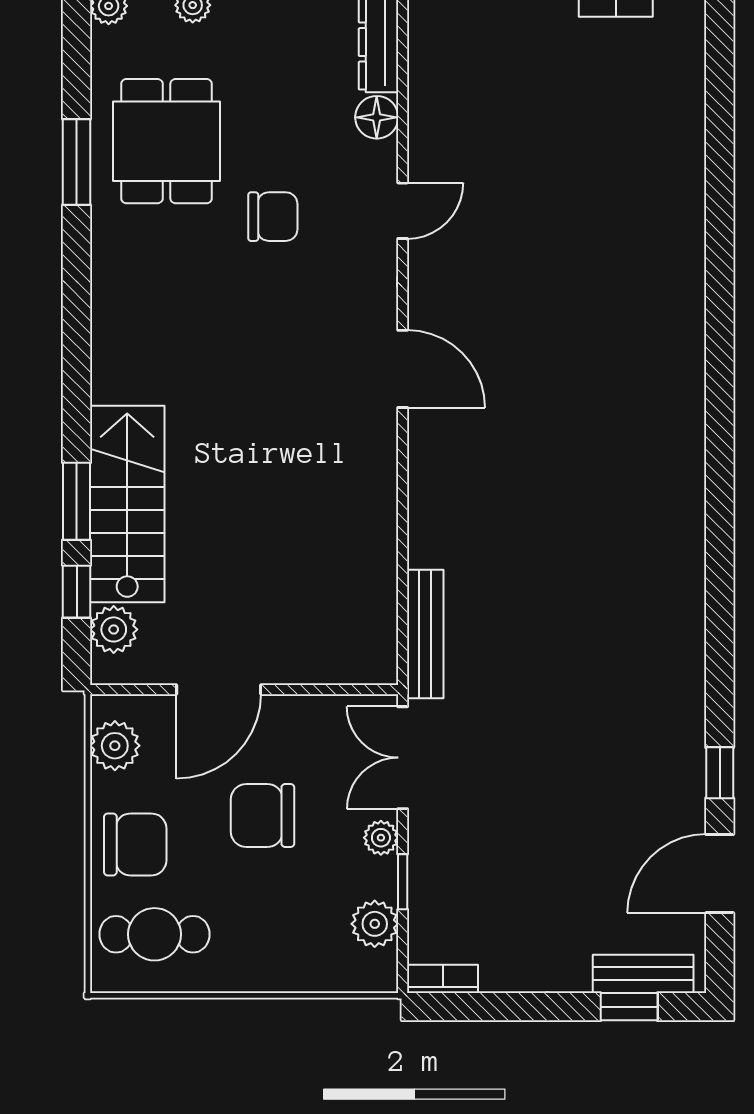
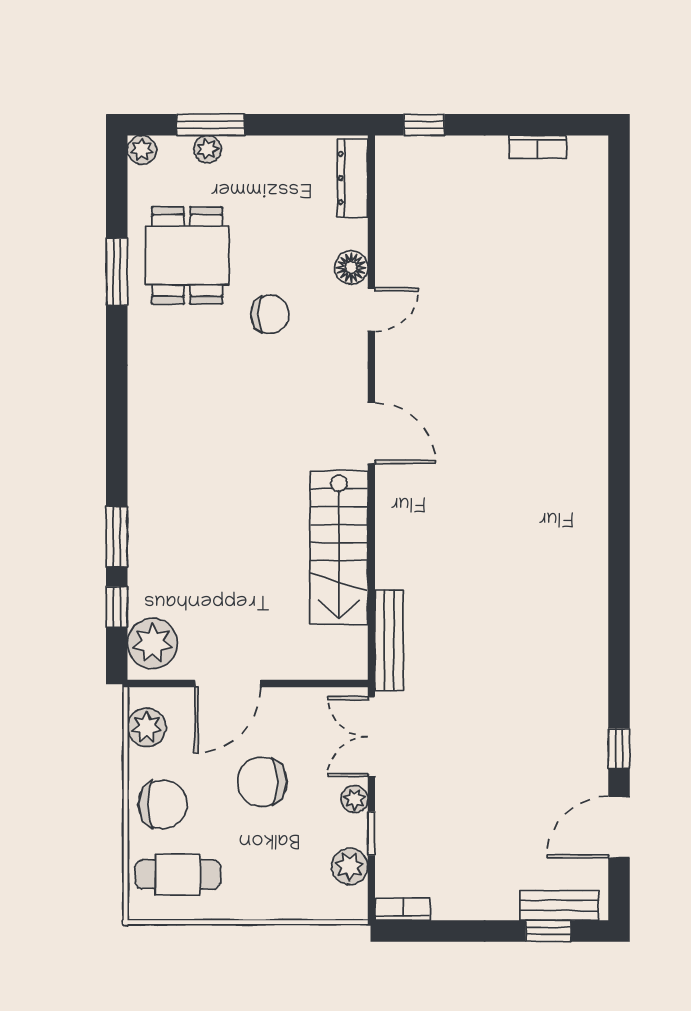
floor lamp: (377, 117) -> (351, 268), moved
stairs: (127, 504) -> (339, 548), moved, turned 180
plant: (114, 629) -> (153, 643), width x1.36, depth x1.36

